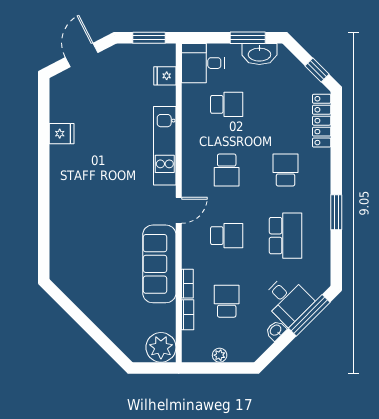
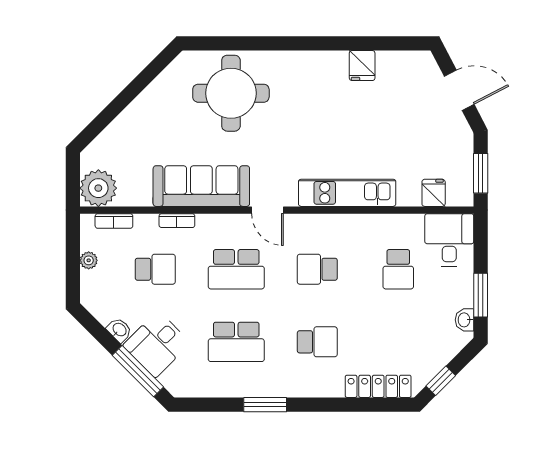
washbasin: (259, 54) -> (465, 320), width x0.52, depth x0.69
school desk: (227, 236) -> (236, 269), width x1.85
round table: (84, 240) -> (231, 93), added
bookcase: (188, 315) -> (114, 221), moved

